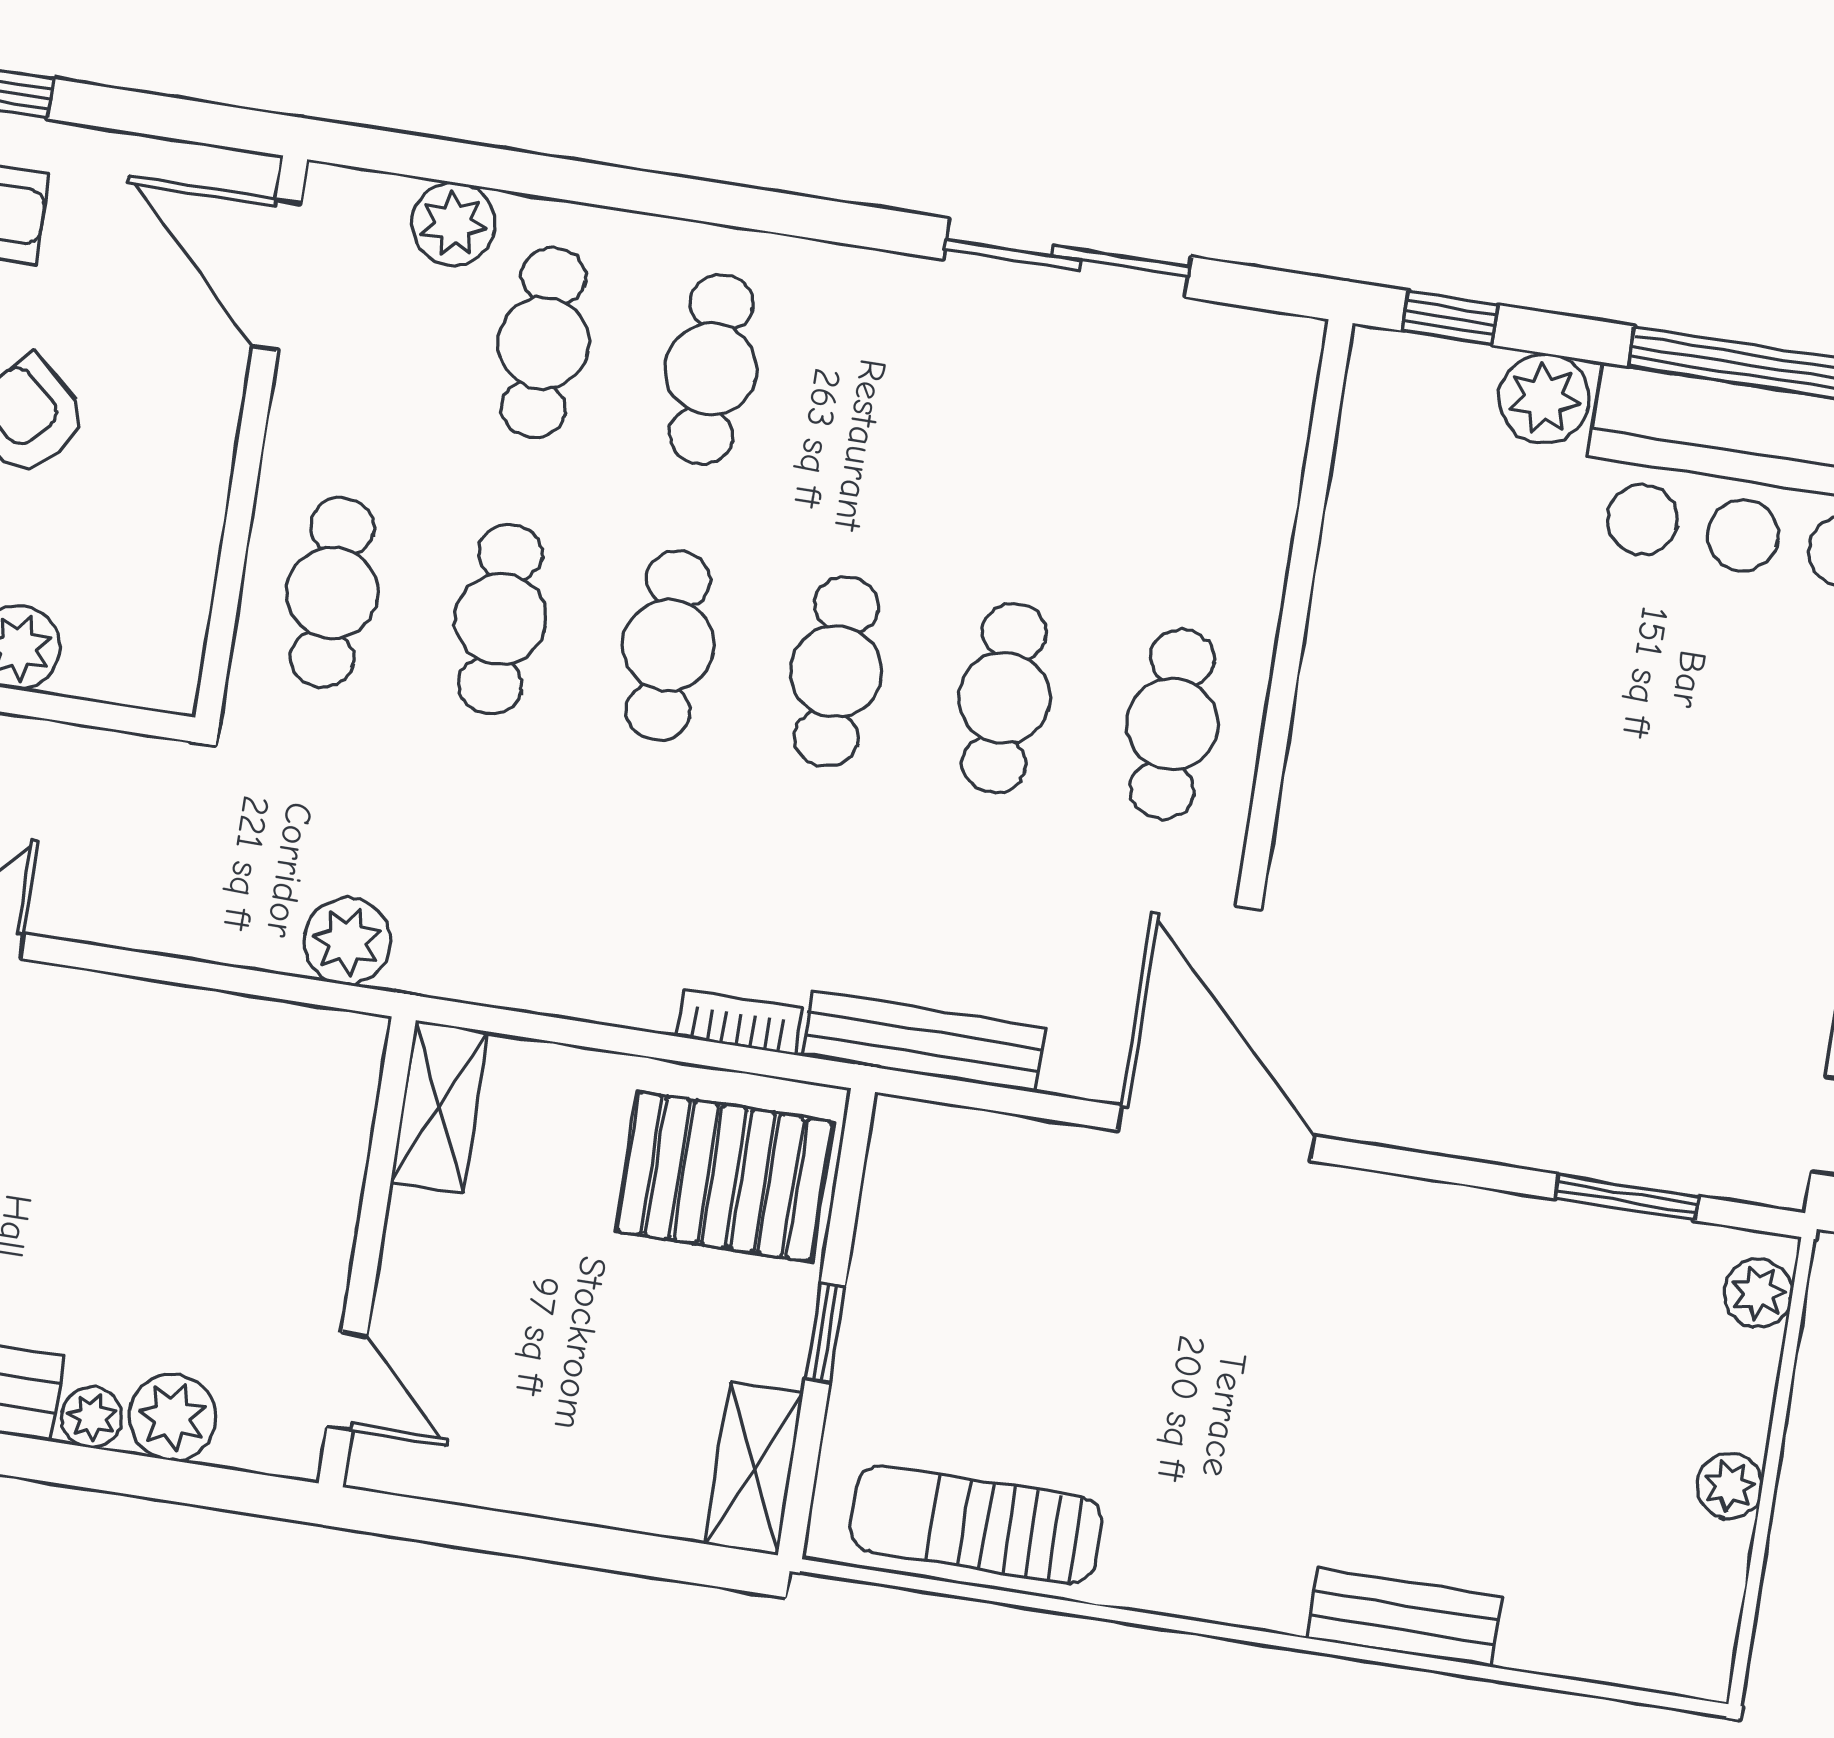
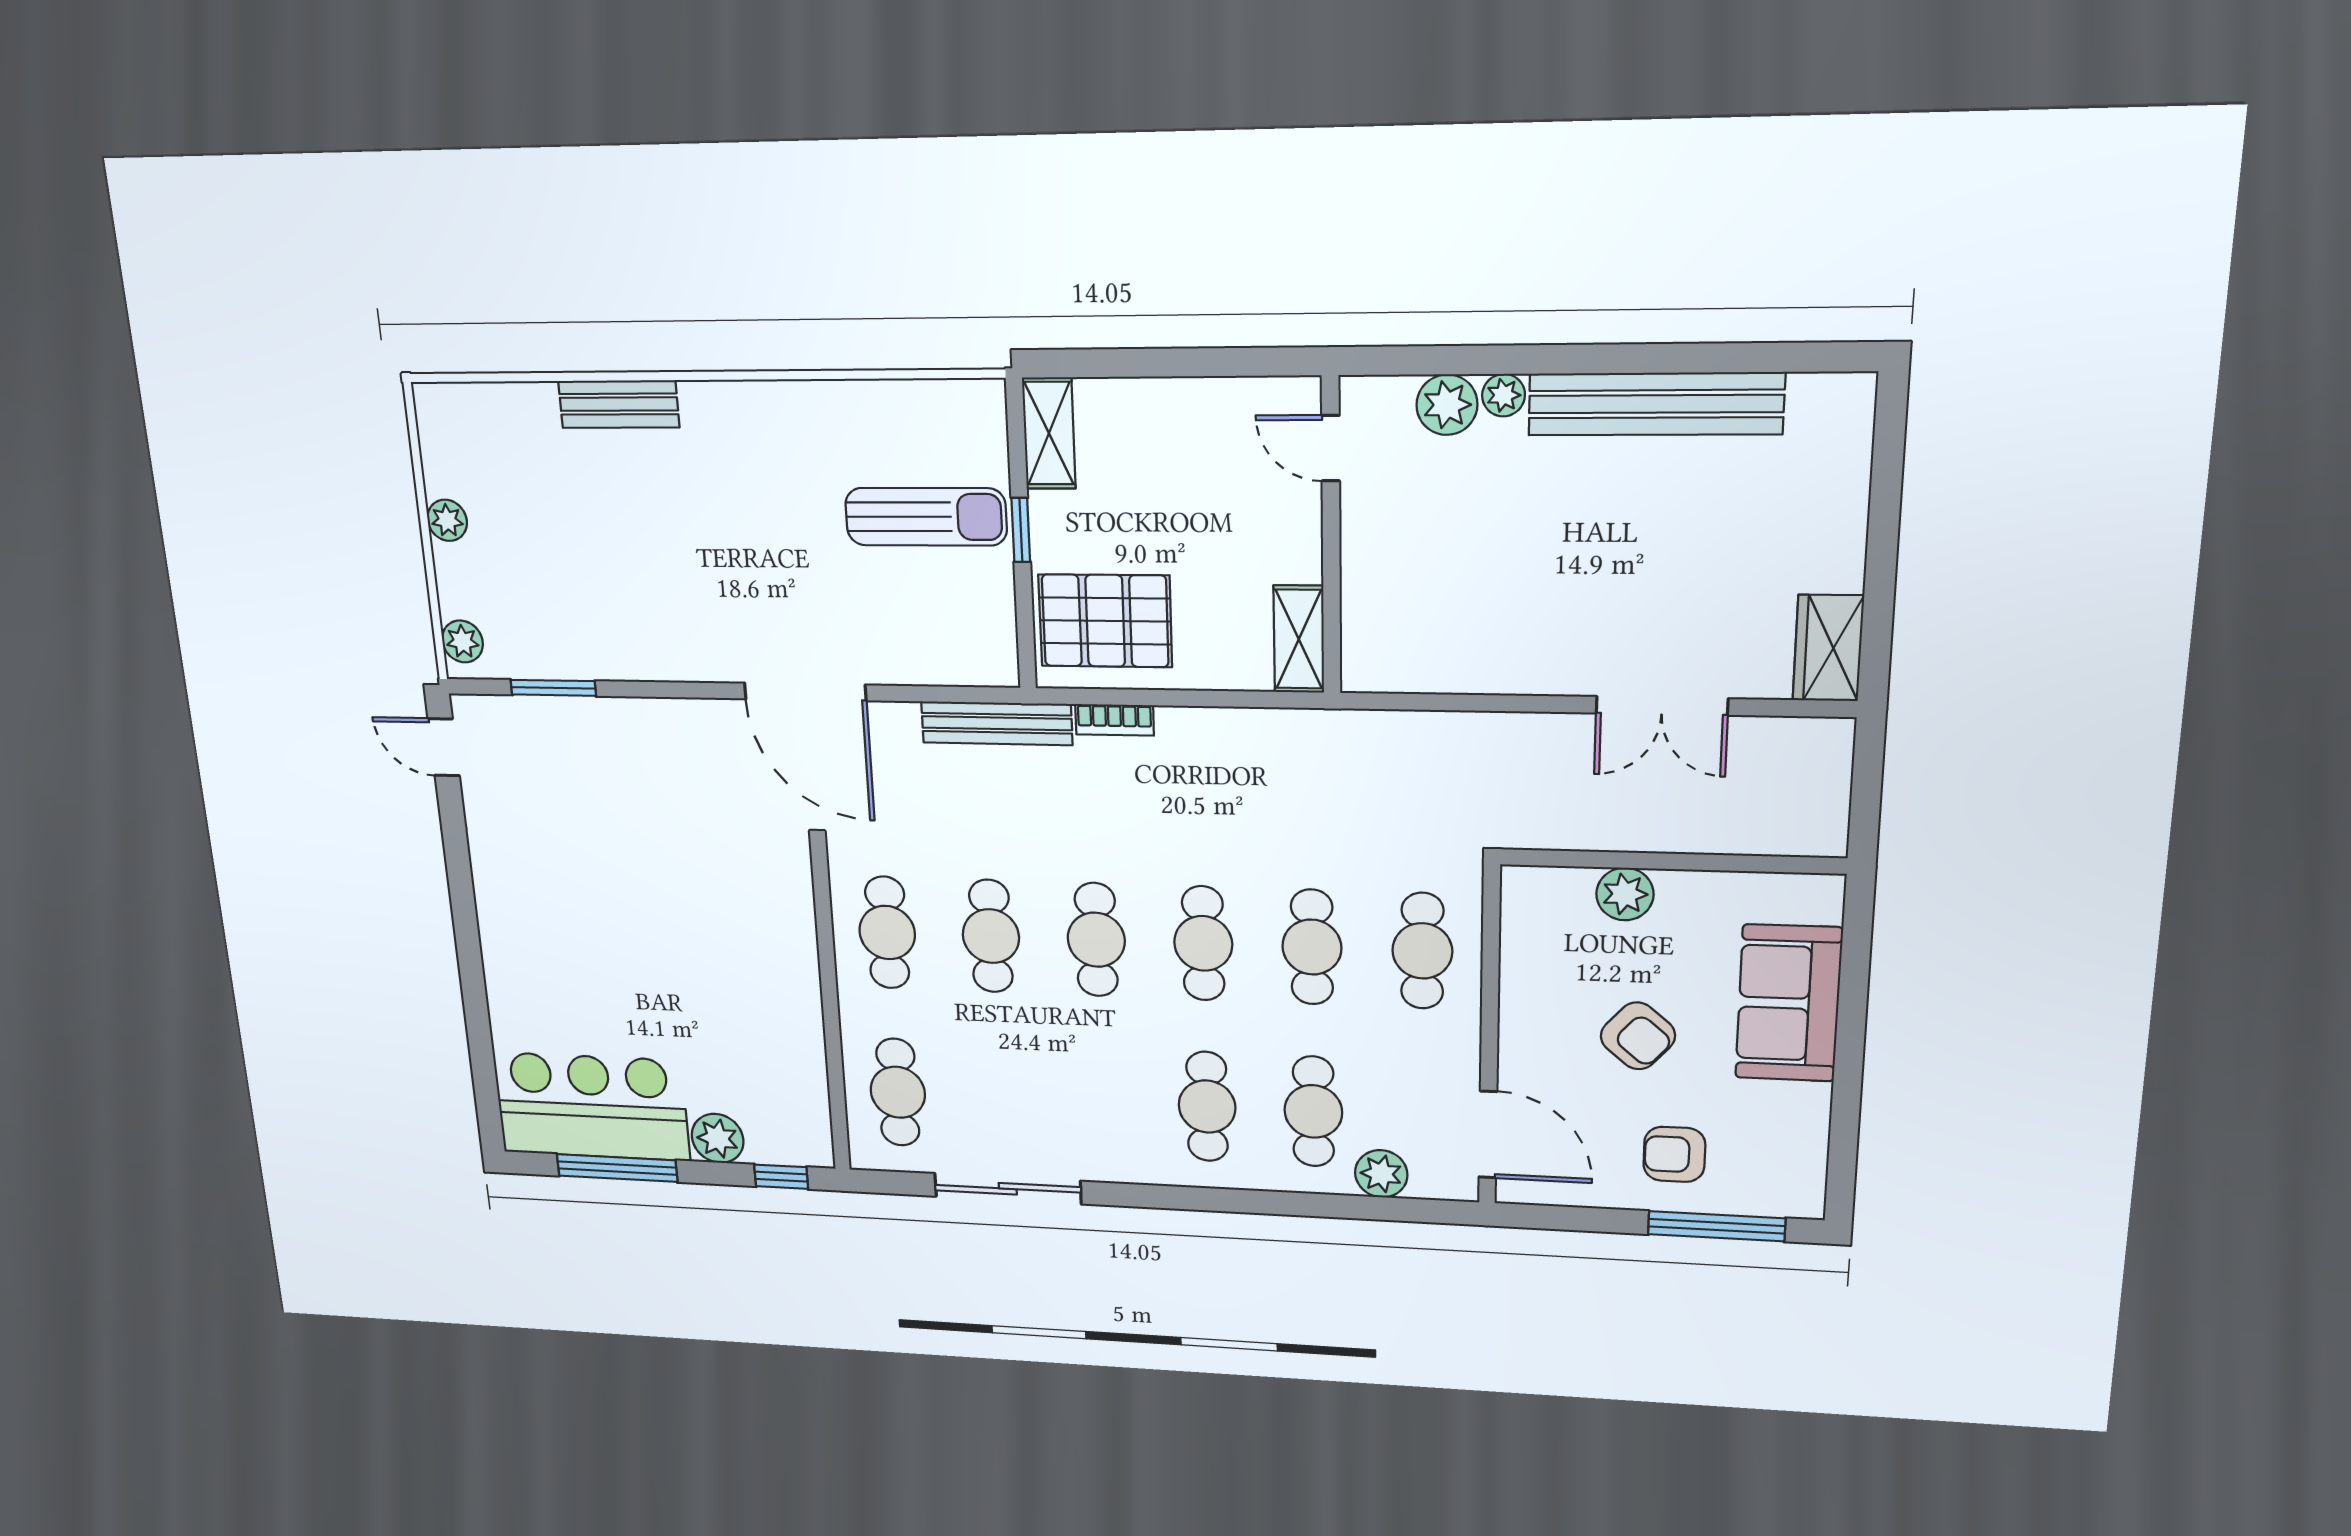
cafe table: (1216, 448) -> (898, 1092), added
plant: (347, 941) -> (1378, 737), removed
sun lounger: (976, 1524) -> (926, 517), moved

